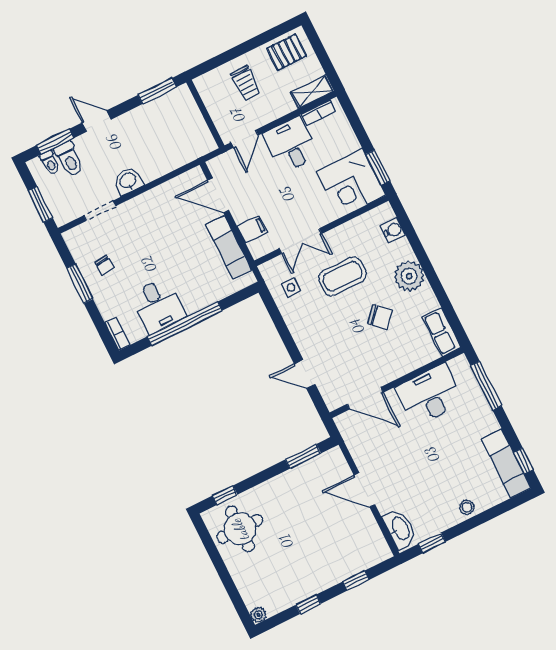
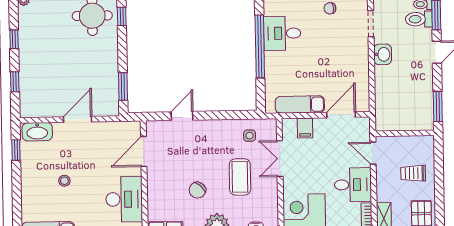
stool: (467, 507) -> (64, 181), moved

